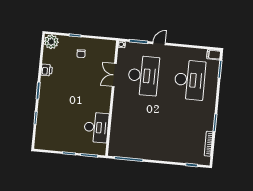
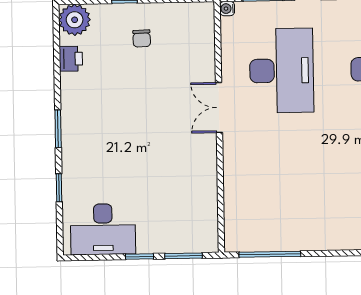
printer: (47, 70) -> (71, 59), moved
double door: (114, 75) -> (219, 108), moved
desk: (96, 127) -> (103, 229), moved, turned 90

